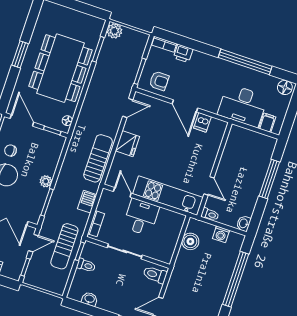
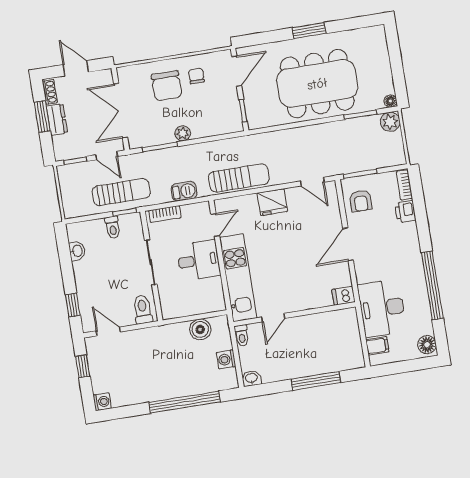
floor lamp: (67, 121) -> (390, 101), moved
dishwasher: (202, 122) -> (344, 296), moved
sun lounger: (64, 246) -> (121, 192), turned 180

